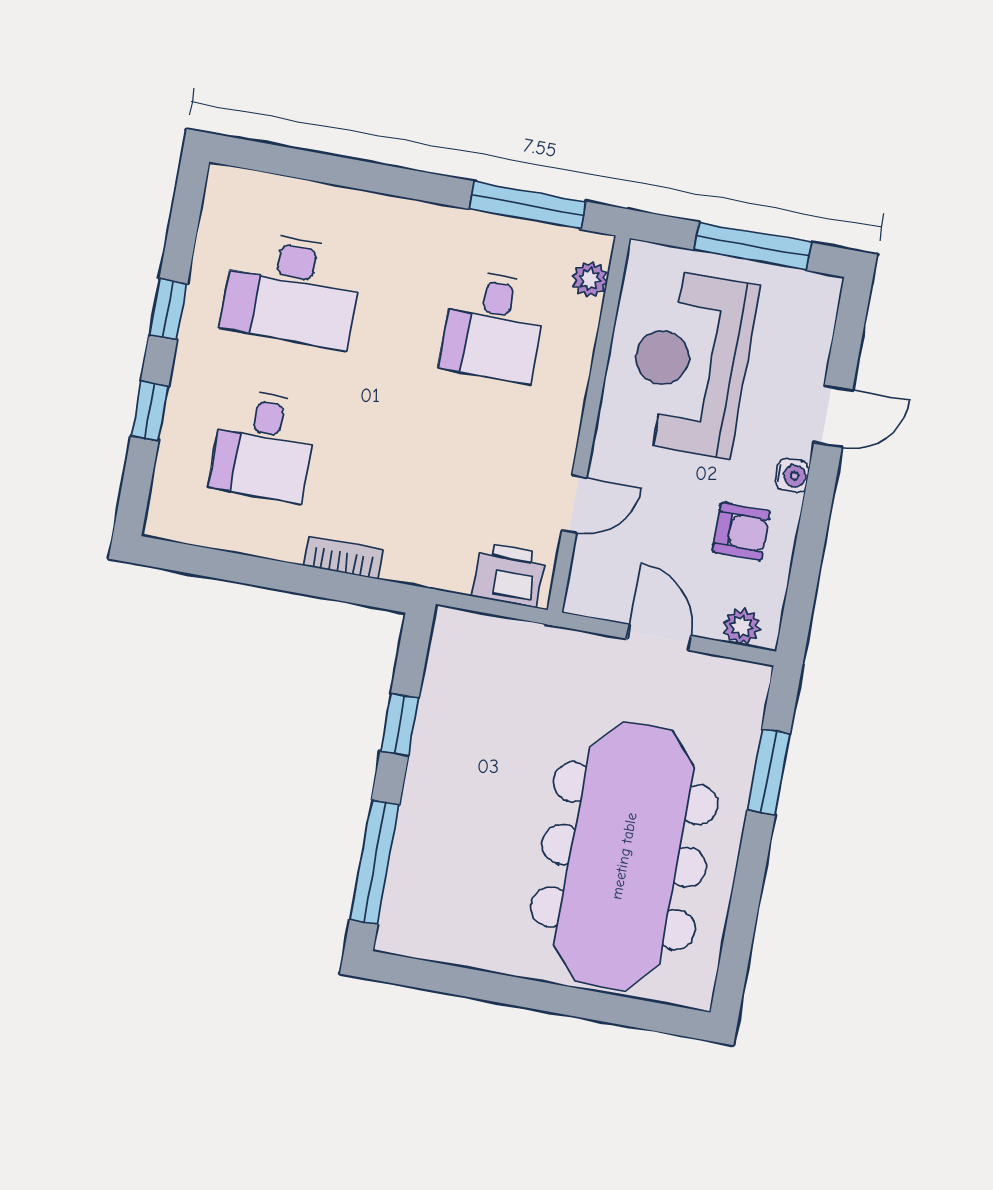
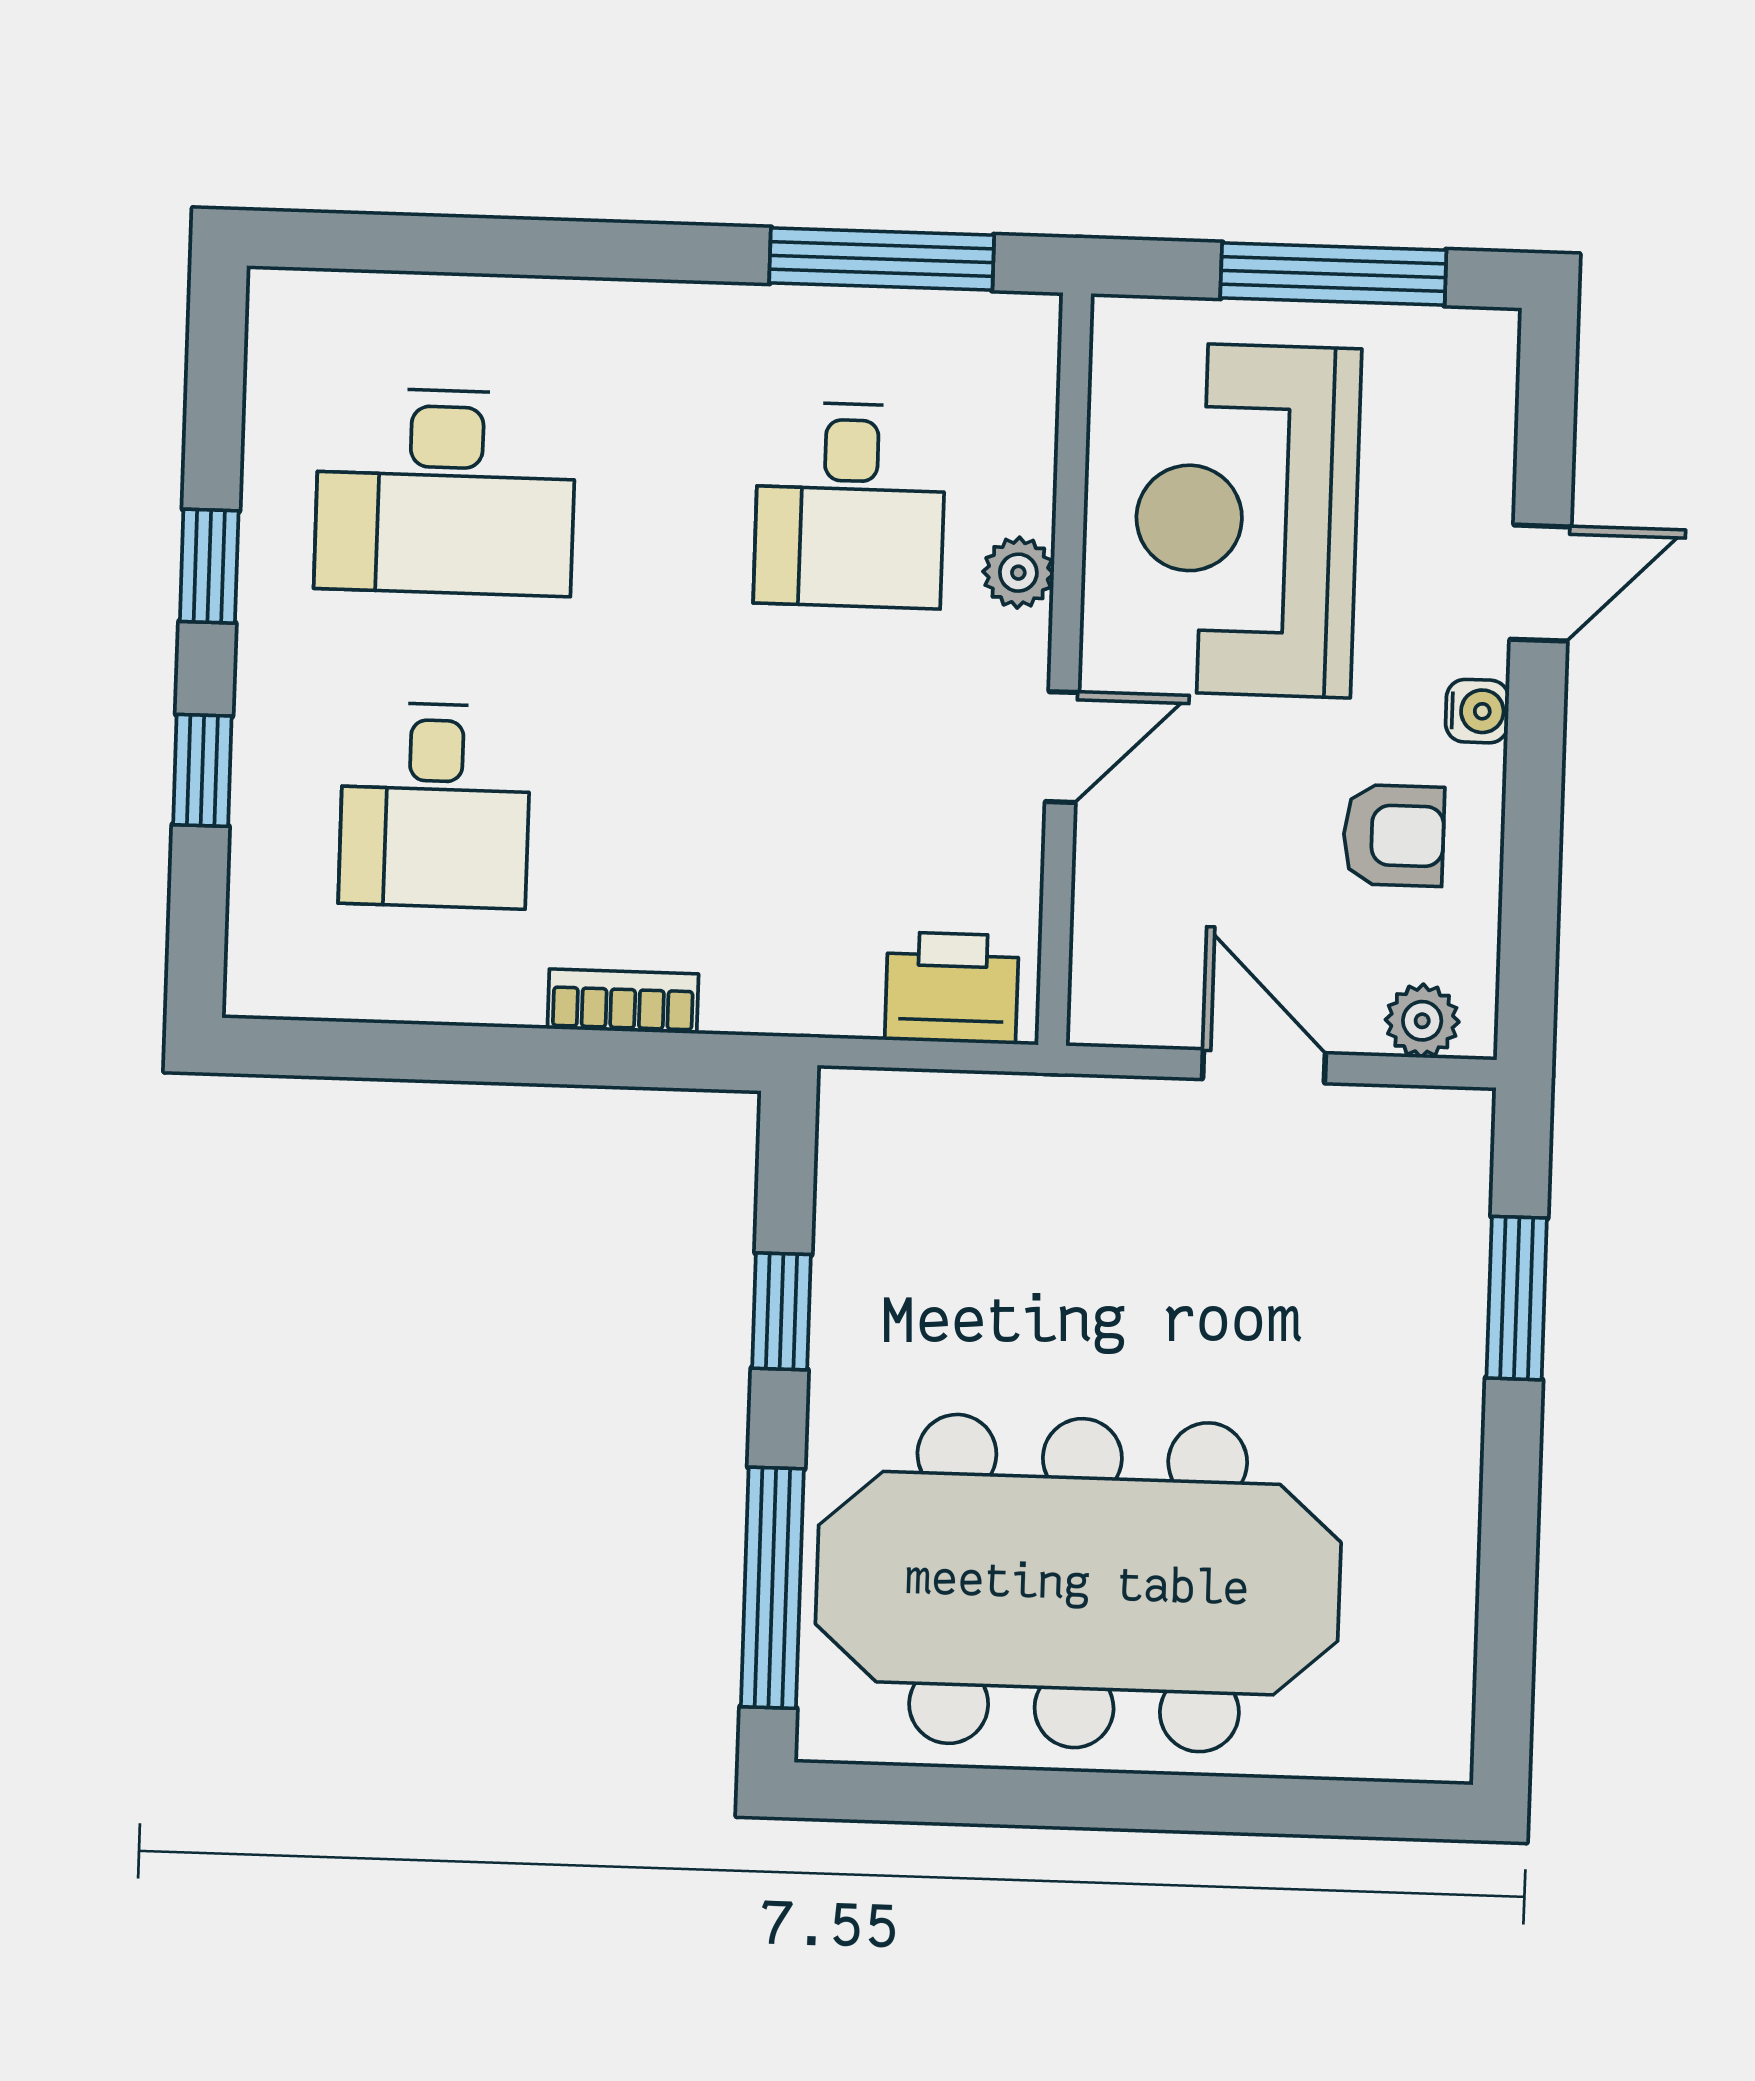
plant: (590, 279) -> (1018, 573), moved
door: (574, 504) -> (1062, 747), moved
meeting table: (624, 856) -> (1078, 1583), moved, turned 90

